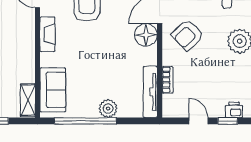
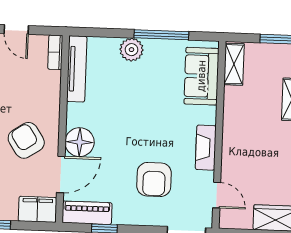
armchair: (188, 35) -> (26, 140), turned -79
bookcase: (167, 80) -> (55, 52), moved
window: (85, 121) -> (161, 35), width x0.68

